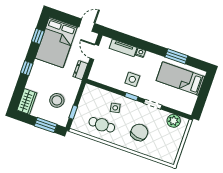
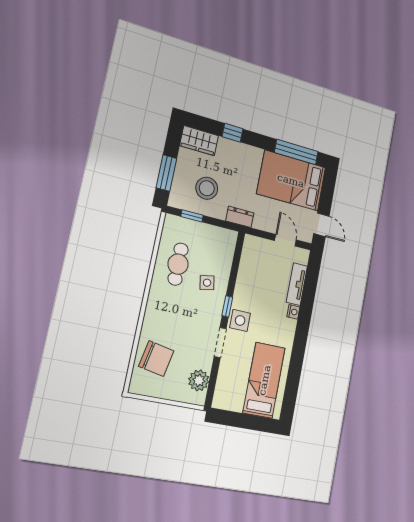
window: (38, 36) -> (296, 152), width x2.17
door: (94, 52) -> (285, 240), hinge flipped
window: (176, 56) -> (295, 369), removed
window: (27, 68) -> (233, 133), moved
dresser: (80, 70) -> (240, 217), moved
side table: (132, 79) -> (240, 320), moved
chair: (139, 132) -> (156, 359), moved

